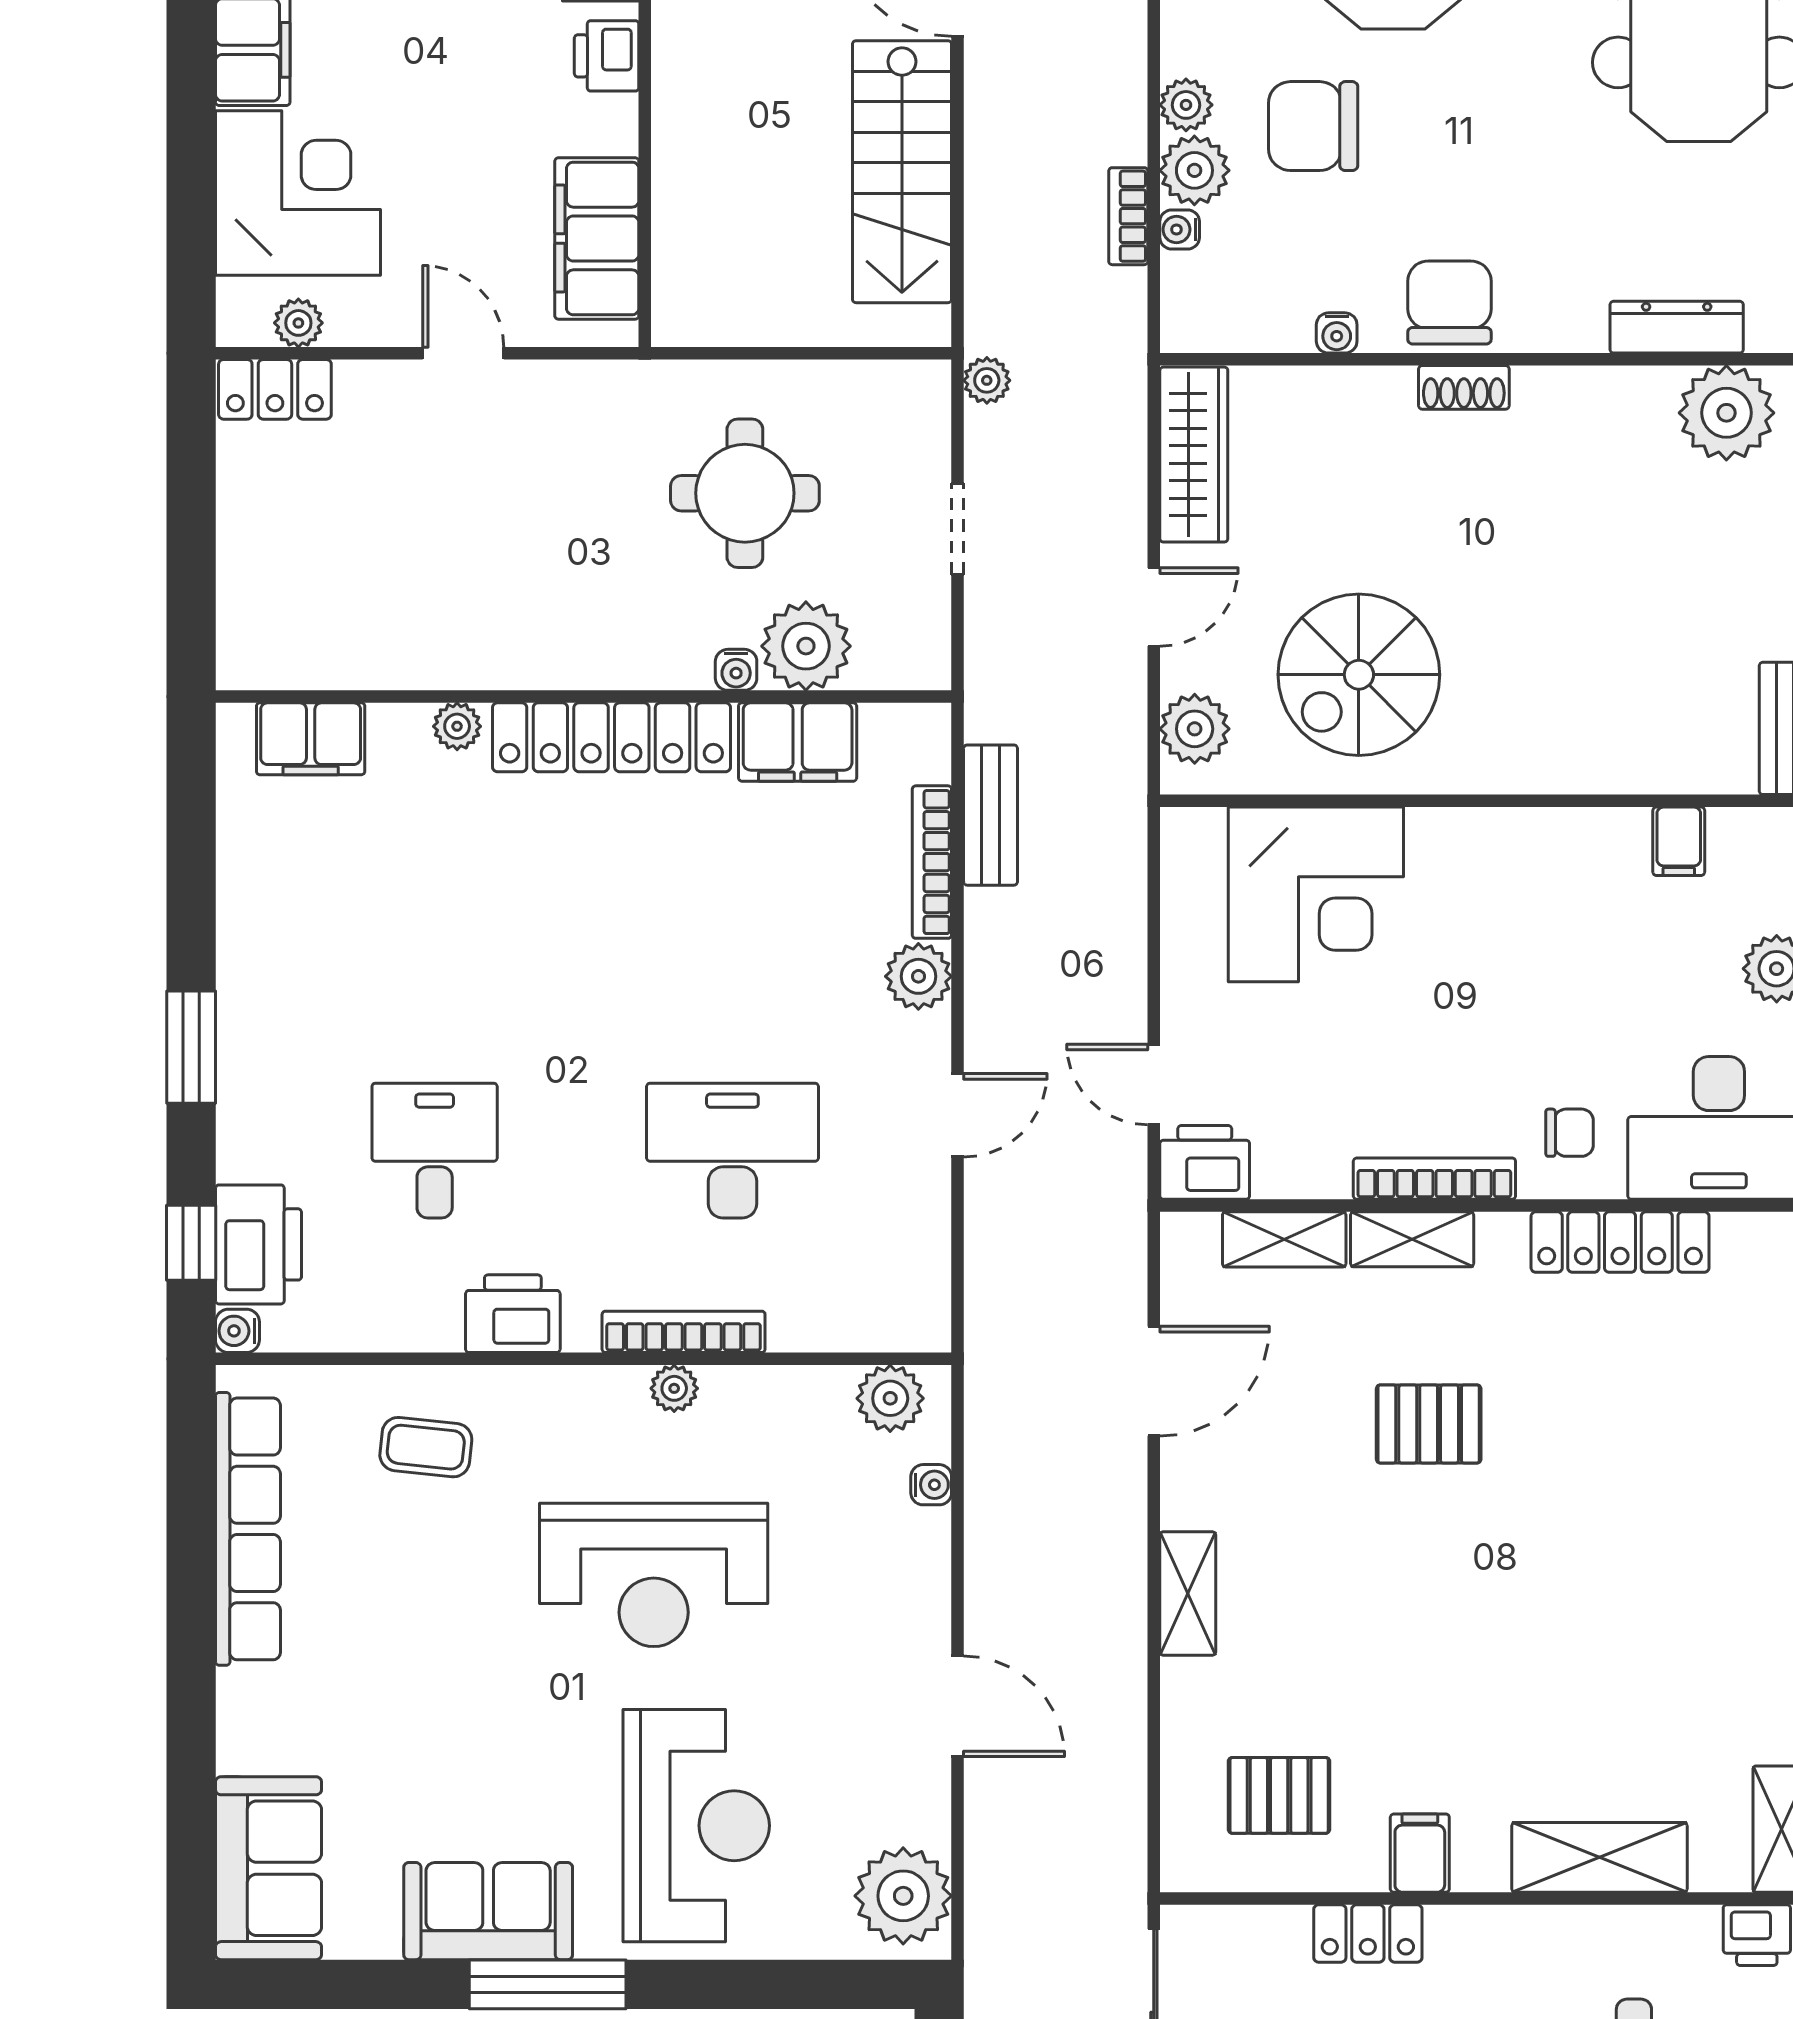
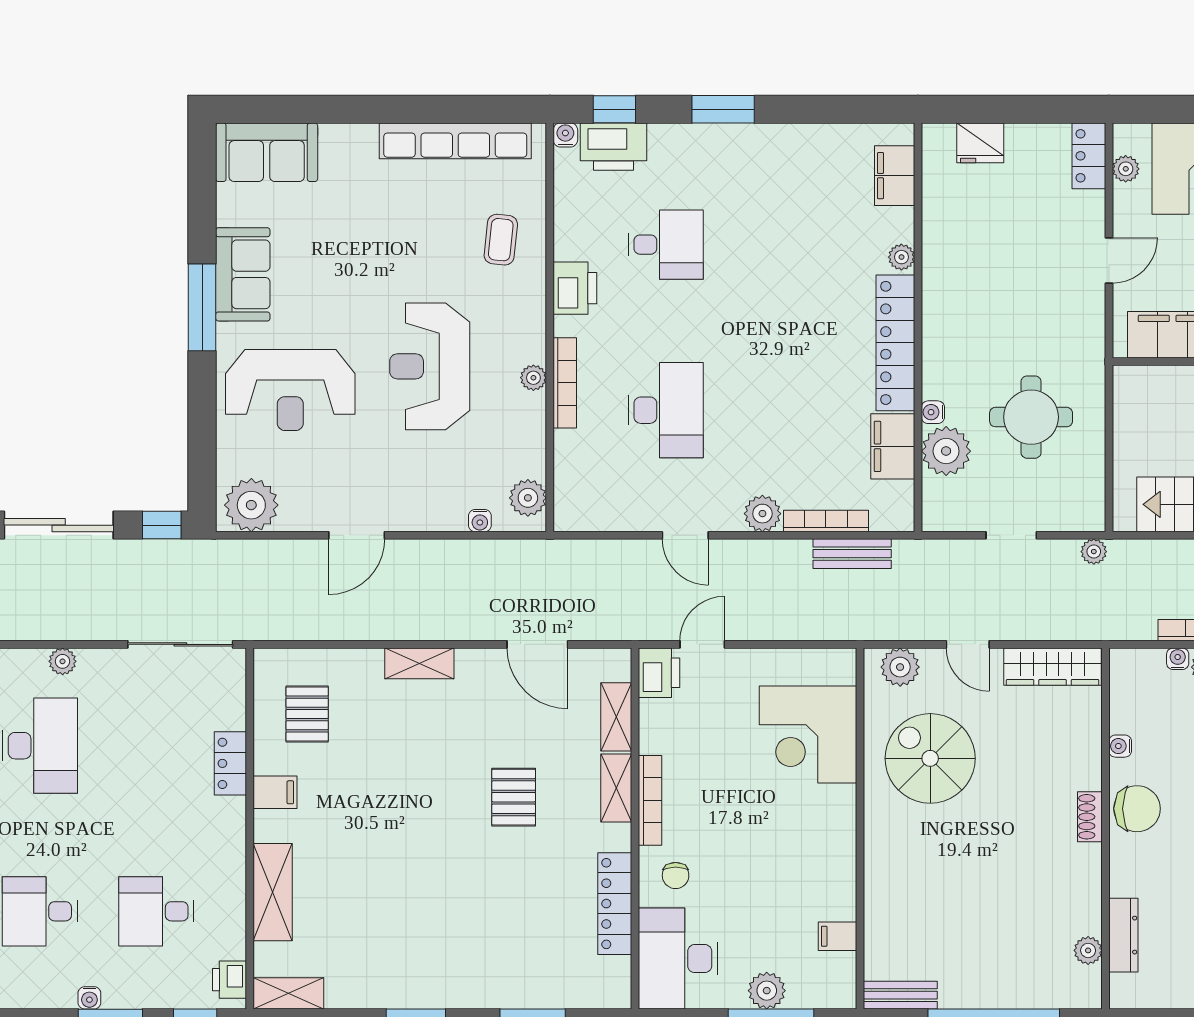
plant: (1726, 413) -> (1088, 950), width x0.53, depth x0.53
fridge: (252, 585) -> (980, 143), added

